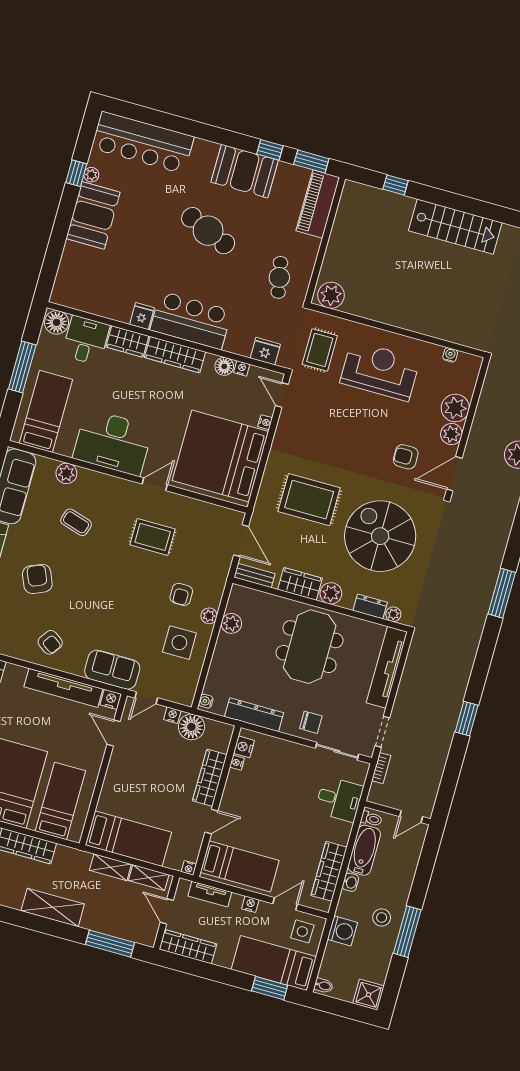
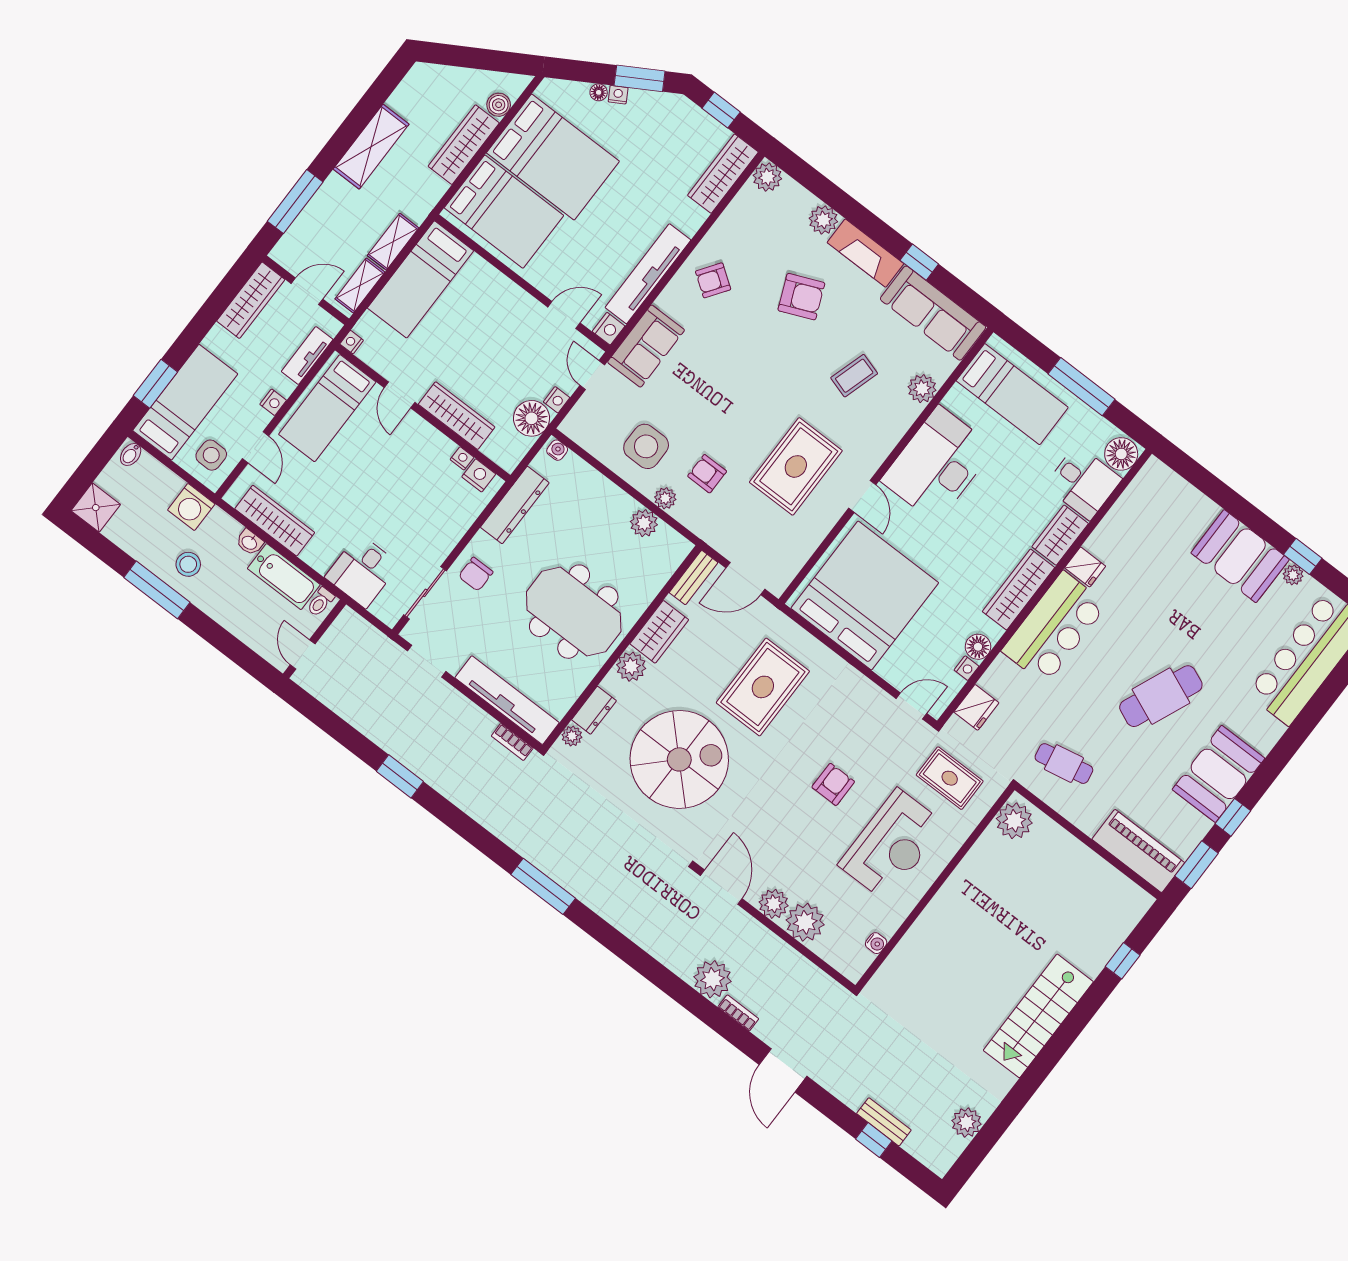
nightstand: (265, 422) -> (885, 670), removed
armchair: (406, 457) -> (833, 784), moved
rug: (153, 537) -> (796, 466), width x1.36, depth x1.43
bookcase: (381, 768) -> (512, 742), moved
bed: (60, 801) -> (504, 212), width x1.50

